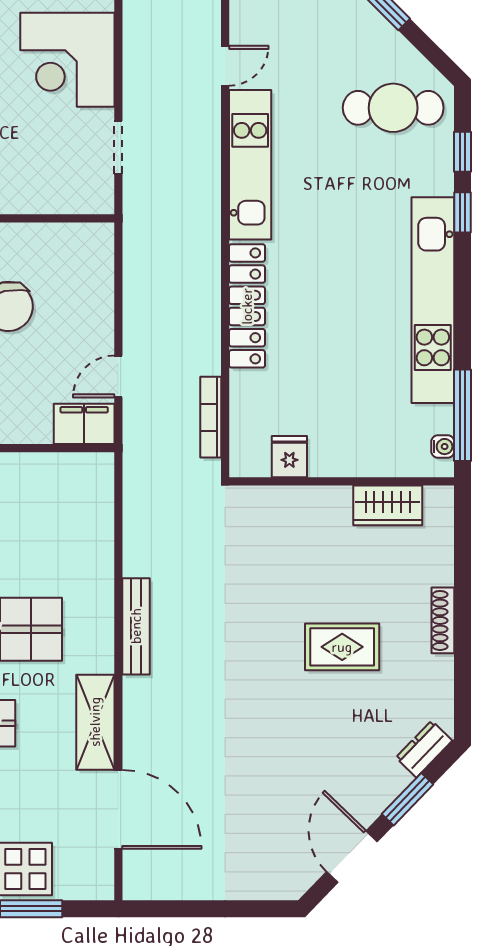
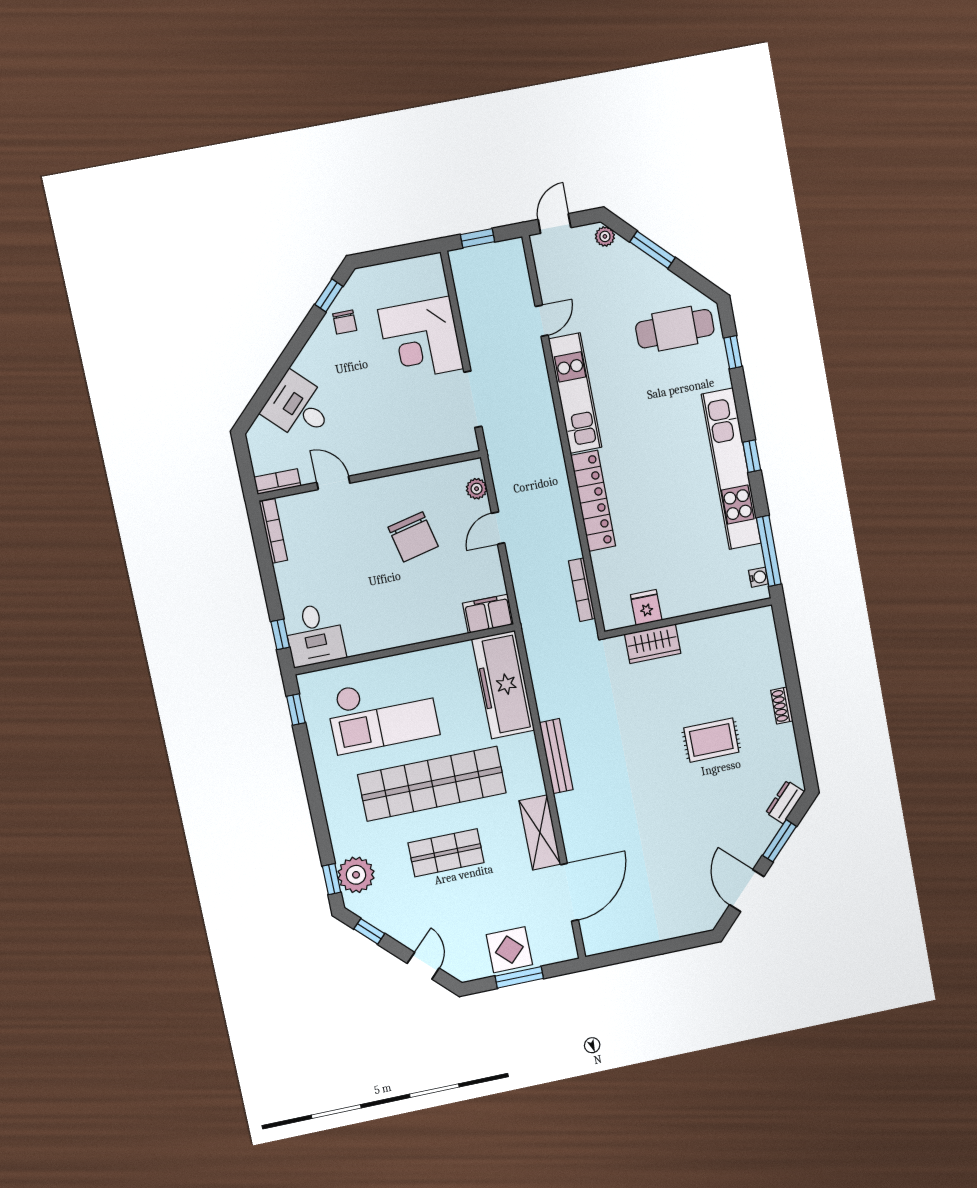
doorway: (118, 148) -> (473, 399), width x1.38
window: (462, 212) -> (752, 456), moved
plant: (101, 261) -> (477, 489), added
door: (118, 376) -> (498, 528), moved
wardrobe: (388, 505) -> (653, 644), moved
freezer: (86, 519) -> (503, 685), added
shoe rack: (443, 620) -> (782, 706), width x0.70
door: (118, 809) -> (569, 892), hinge flipped

